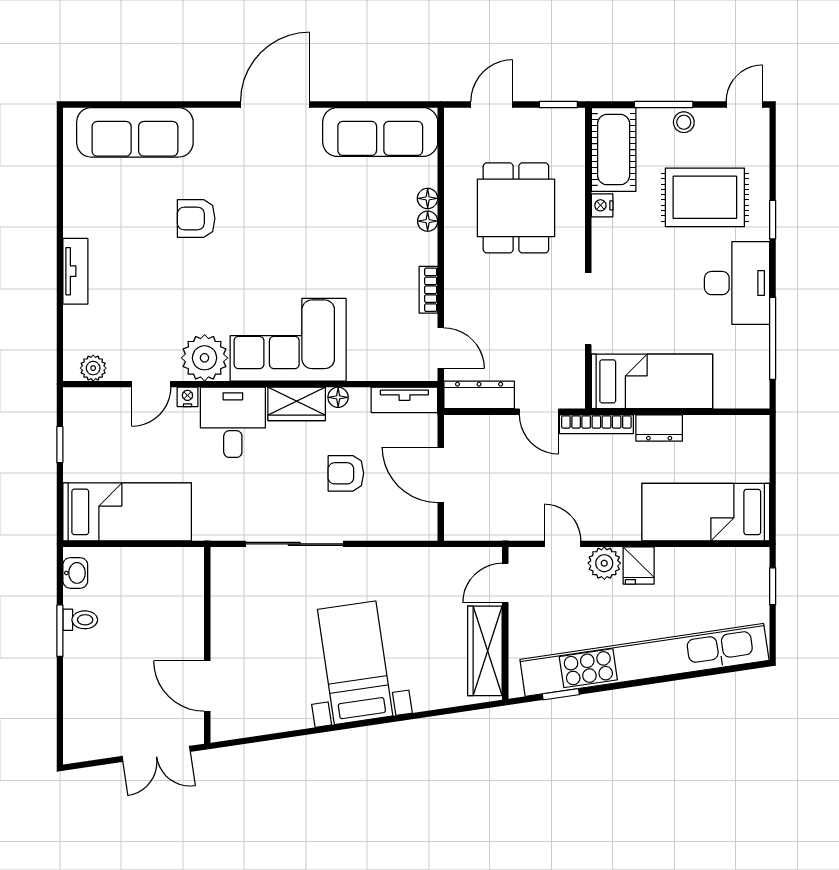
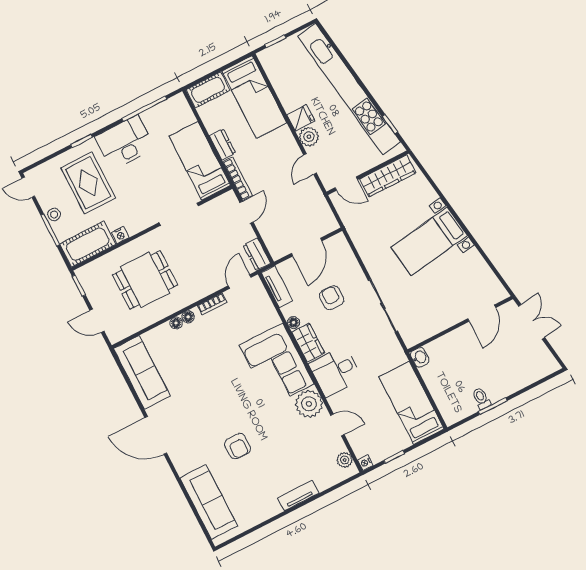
floor lamp: (428, 198) -> (188, 317), moved
dresser: (479, 395) -> (257, 254), width x0.70
nightstand: (187, 397) -> (365, 463), moved
cot: (752, 448) -> (208, 90), added
armchair: (346, 473) -> (332, 298), turned 180
washbasin: (75, 573) -> (420, 357), moved, turned 90

